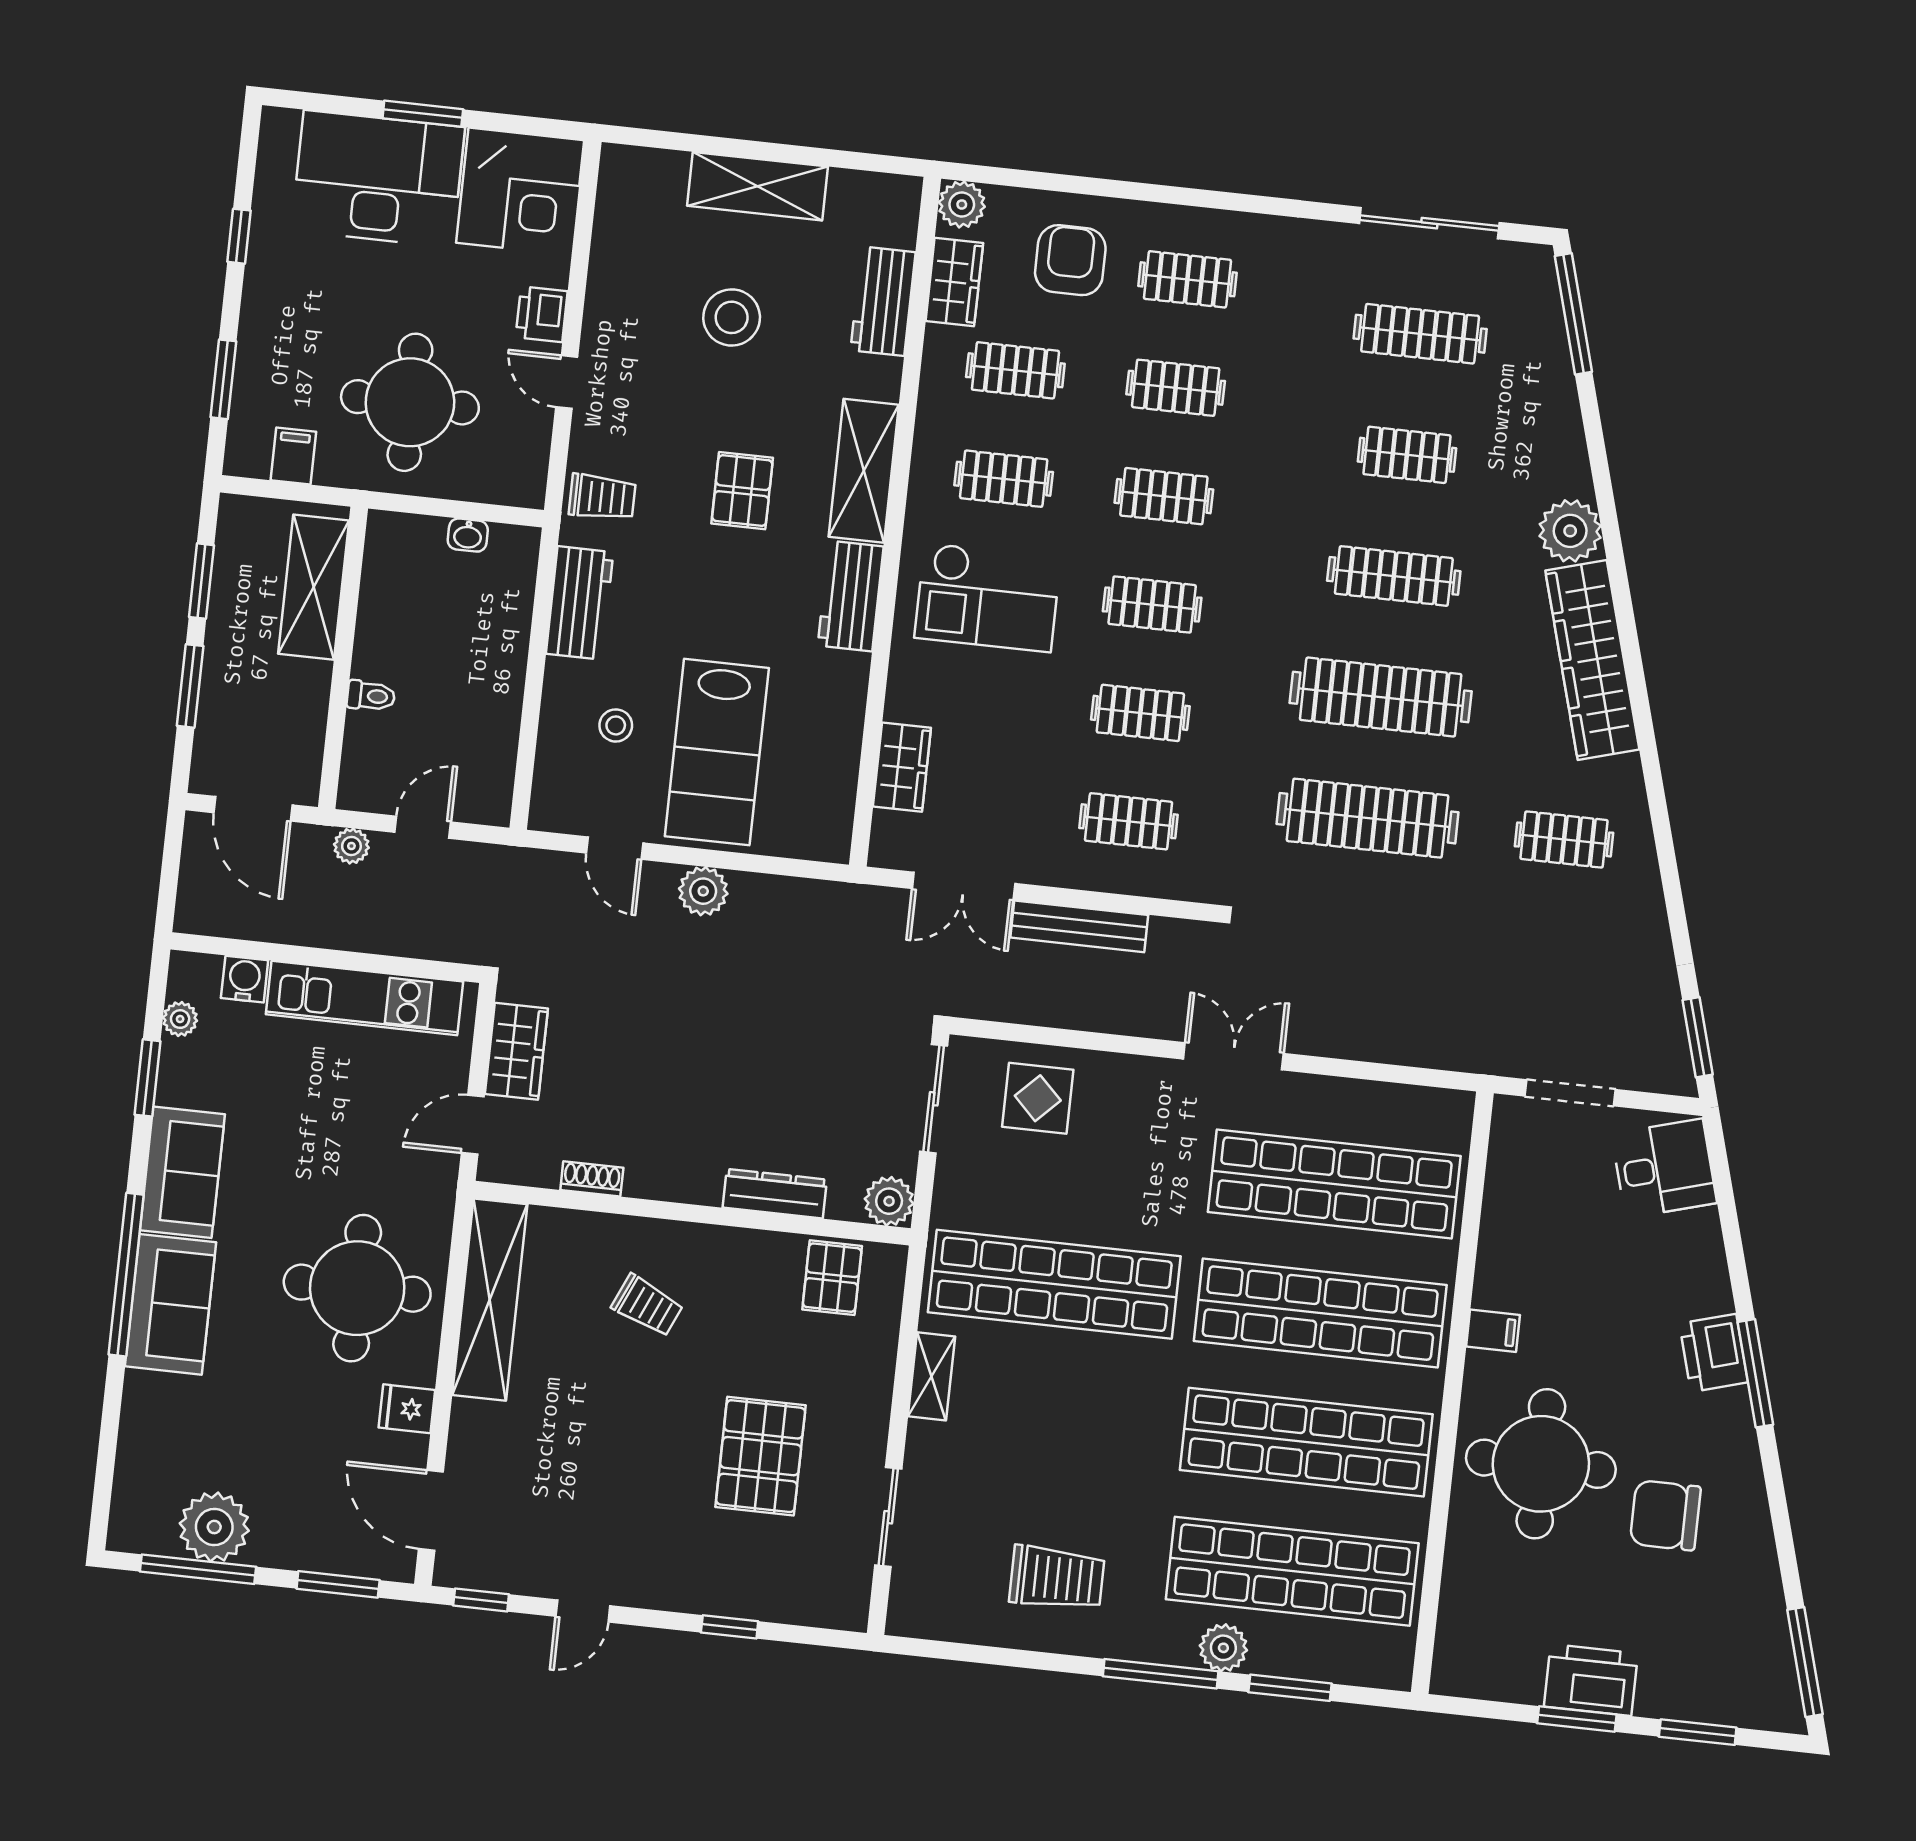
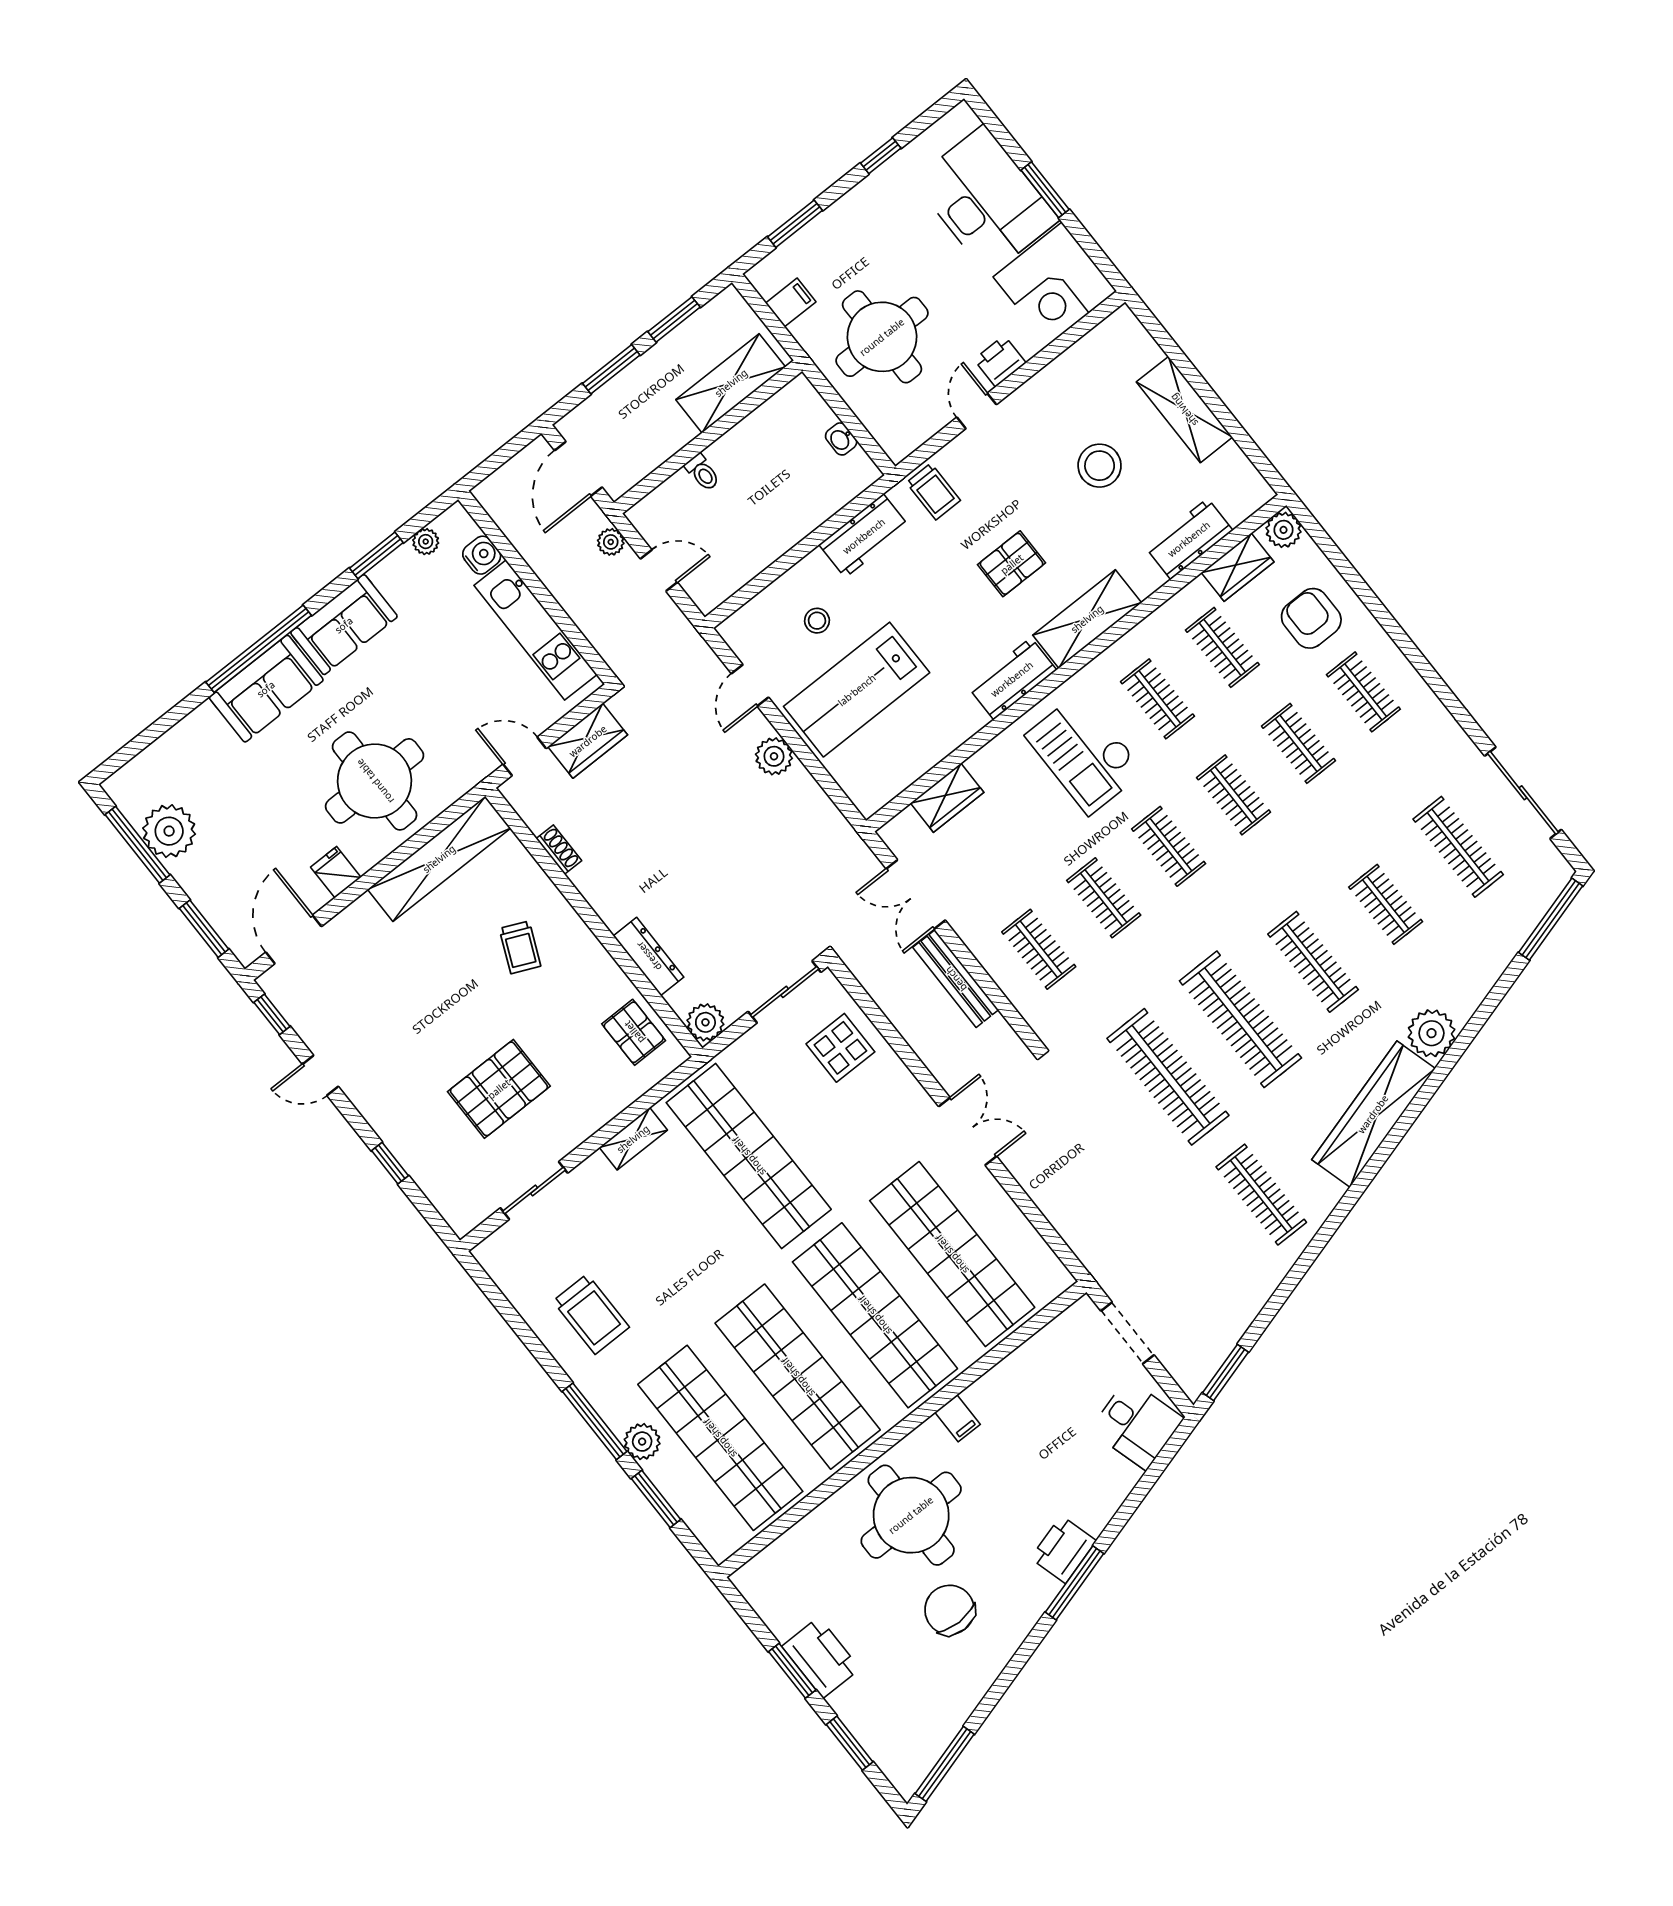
armchair: (1070, 260) -> (1311, 618), turned -90
clothes rail: (1564, 839) -> (1261, 1195), width x1.36
pallet: (832, 1278) -> (634, 1032), turned 90

